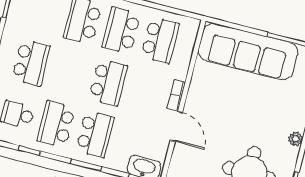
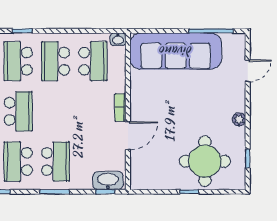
washbasin: (192, 24) -> (118, 39), added
school desk: (108, 82) -> (18, 111), moved
door: (176, 126) -> (128, 136), hinge flipped

